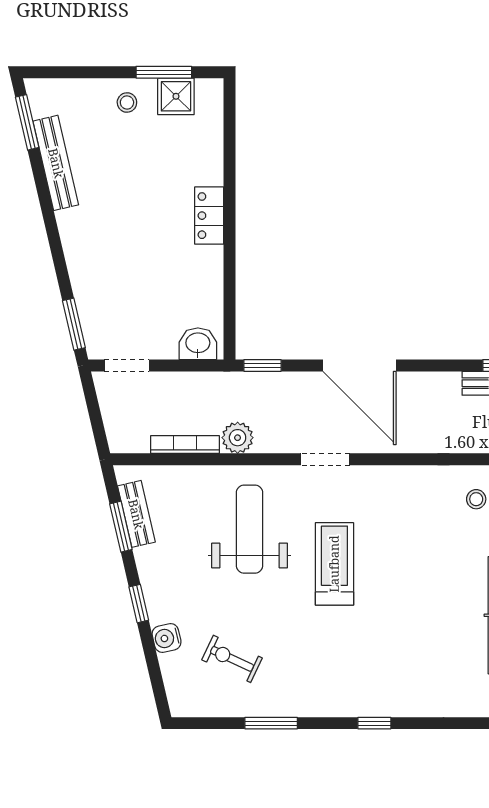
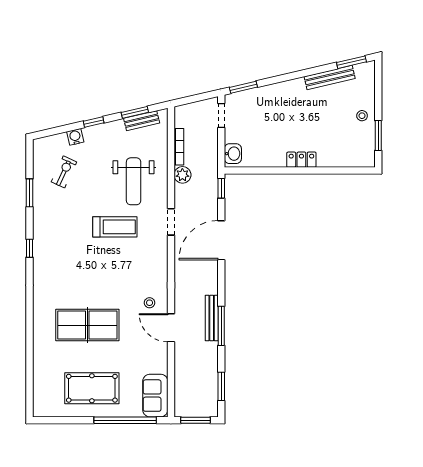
shower: (176, 96) -> (365, 142), removed
weight bench: (250, 529) -> (134, 181), turned 90

